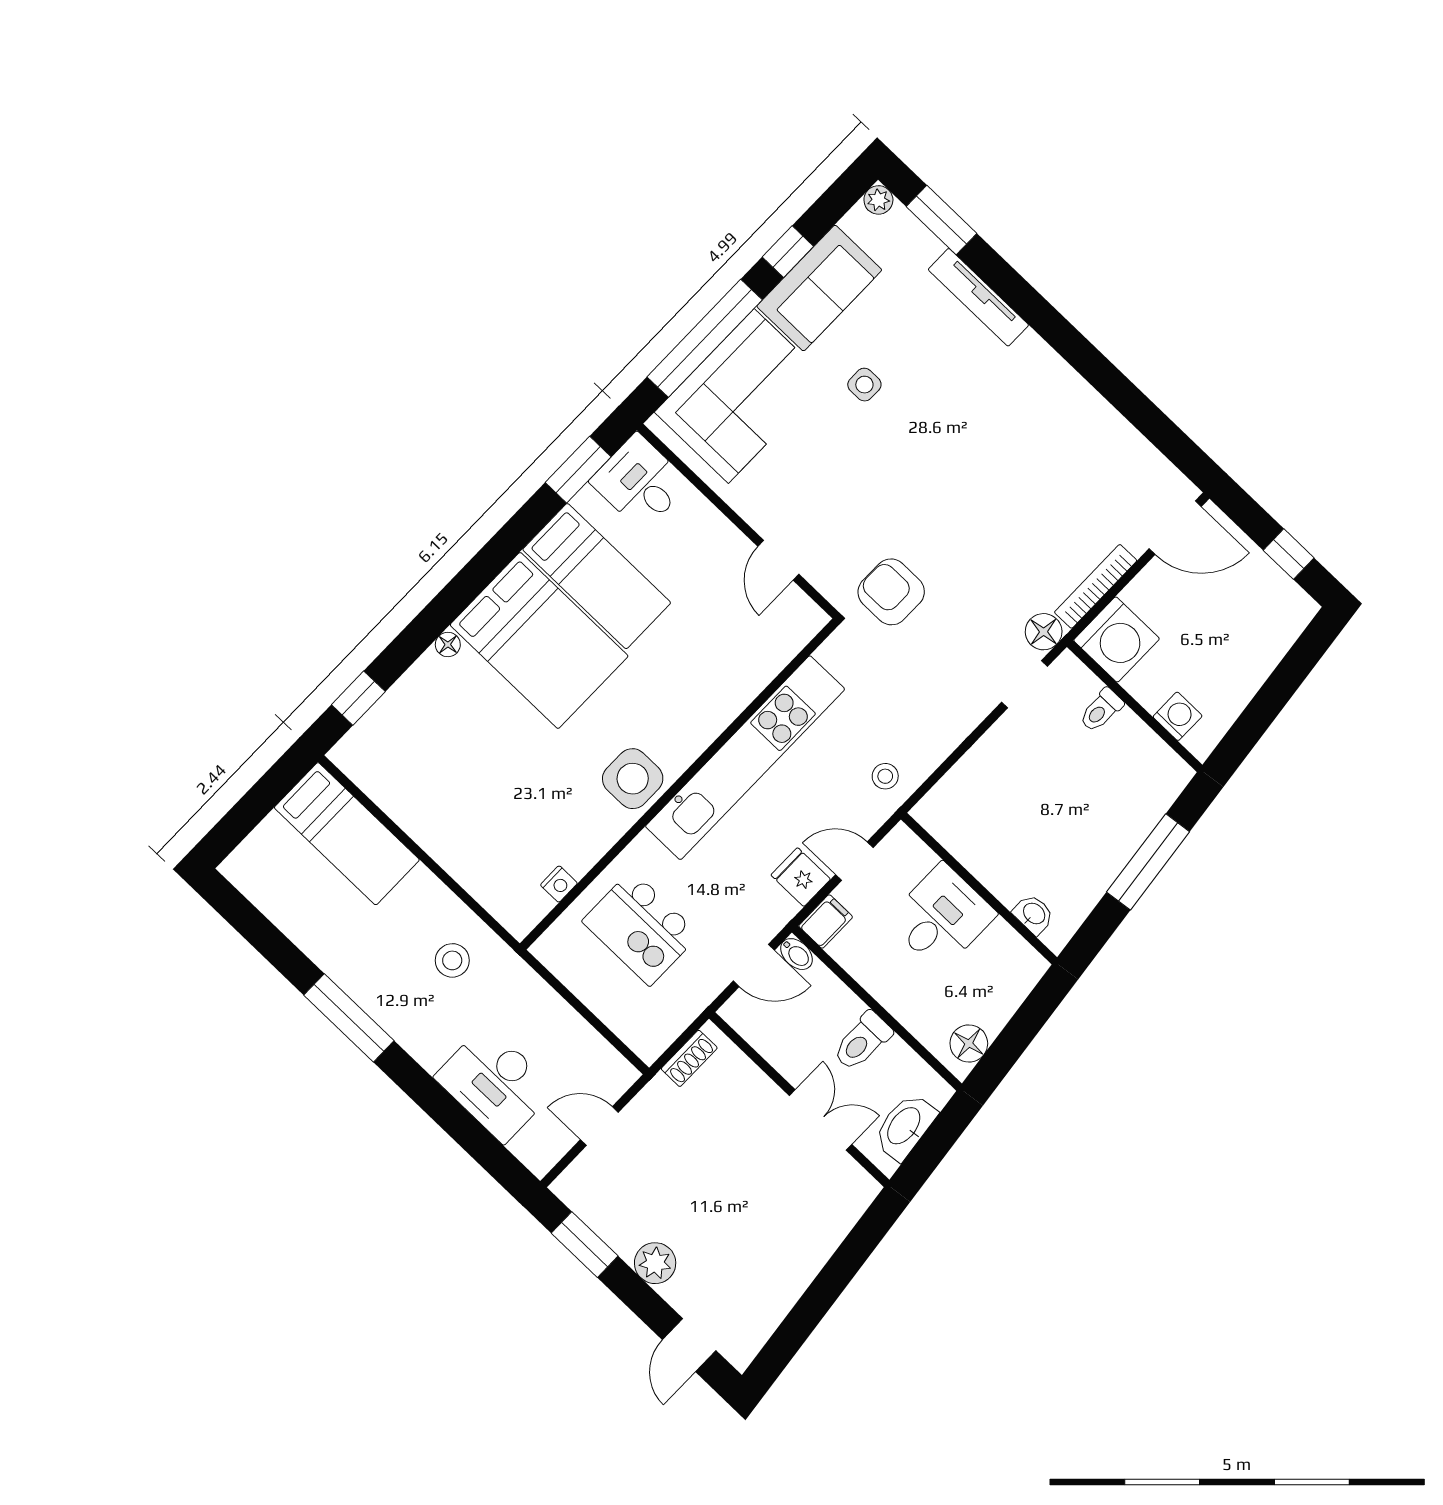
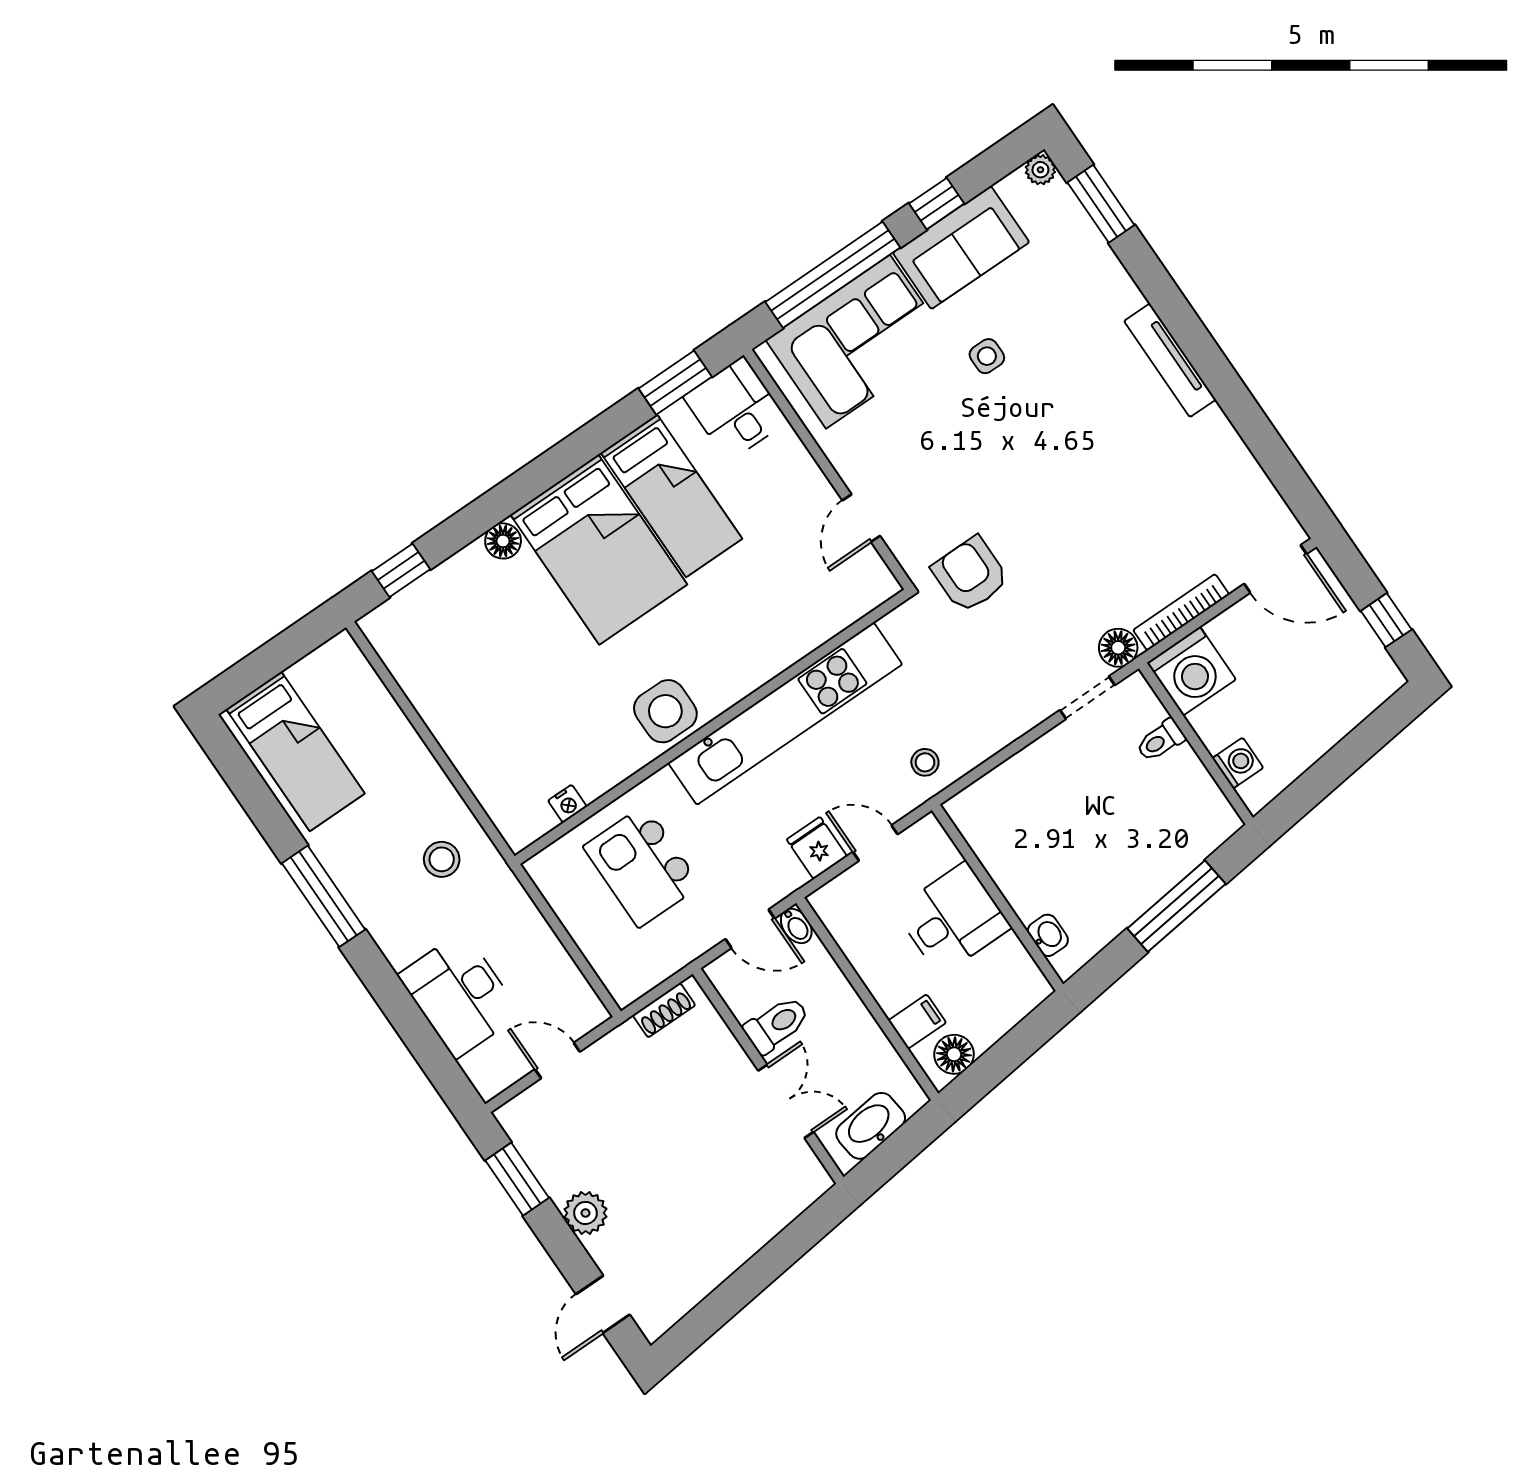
tv unit: (978, 297) -> (1170, 360), moved
floor lamp: (448, 644) -> (503, 541), width x1.37, depth x1.37
bed: (347, 834) -> (295, 751), moved
filing cabinet: (826, 921) -> (917, 1022), moved
toilet: (862, 1041) -> (777, 1025), moved, turned 180

